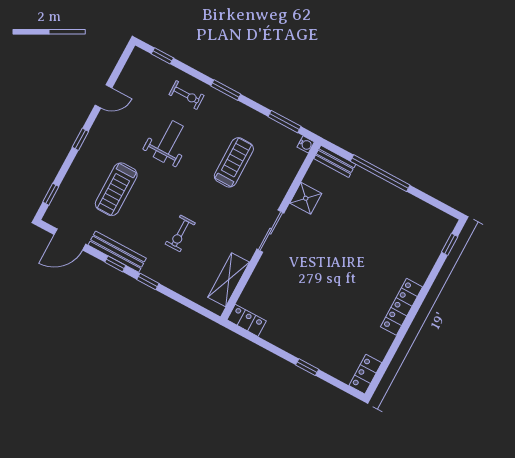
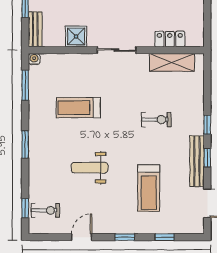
exercise bike: (187, 95) -> (45, 210), moved, turned 90
door: (103, 96) -> (82, 237), hinge flipped
treadmill: (116, 189) -> (149, 188), turned 90
window: (51, 194) -> (165, 237), moved
locker: (247, 320) -> (170, 39), moved, turned 90

